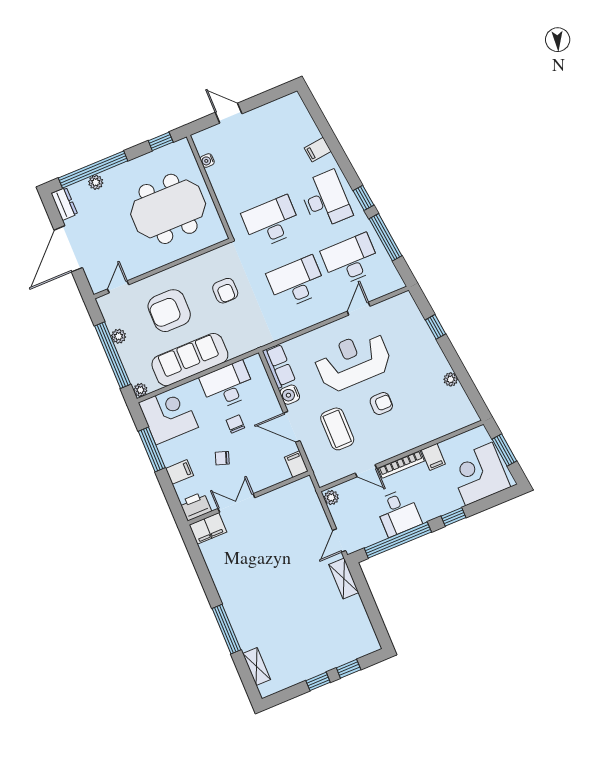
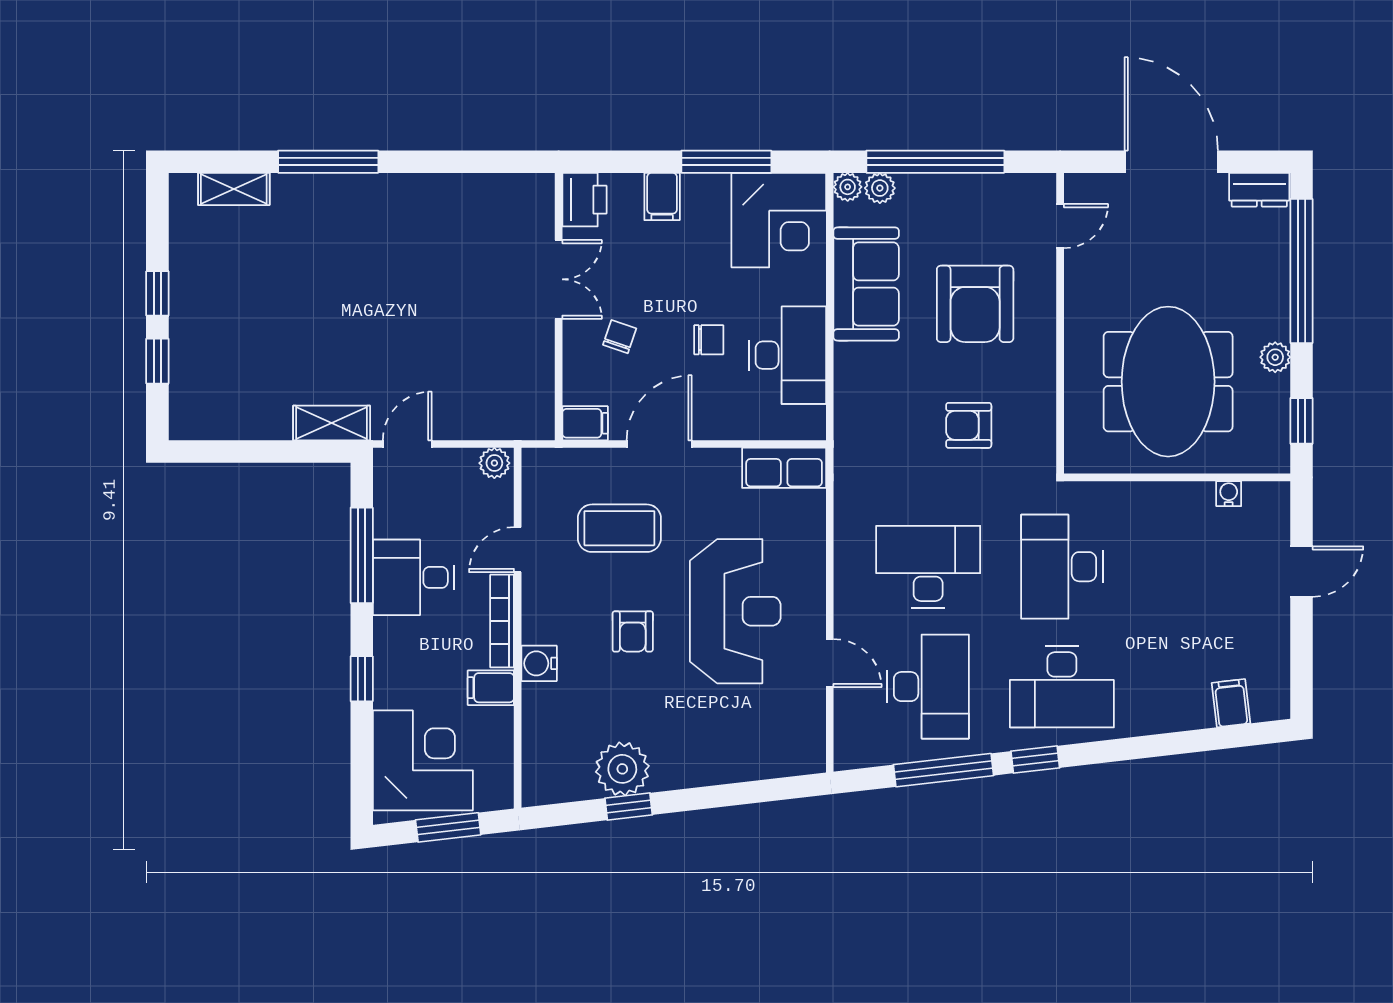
filing cabinet: (318, 150) -> (1231, 703), moved
plant: (96, 182) -> (1275, 357), moved
desk: (271, 222) -> (1062, 567), turned 180
desk: (297, 282) -> (928, 567), turned -90
door: (118, 287) -> (1060, 226), hinge flipped
armchair: (169, 311) -> (975, 304), turned 180
window: (436, 327) -> (629, 807), moved
plant: (119, 336) -> (880, 188), moved
sofa: (190, 360) -> (866, 284), width x0.73
plant: (451, 379) -> (622, 769), width x1.88, depth x1.88
water cooler: (290, 395) -> (539, 663), moved, turned -90
chair: (222, 458) -> (620, 337), moved
filing cabinet: (208, 528) -> (533, 206), removed
door: (339, 540) -> (407, 444), hinge flipped
window: (398, 540) -> (362, 555), width x0.68

